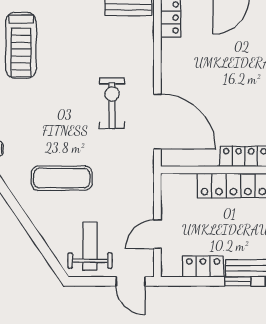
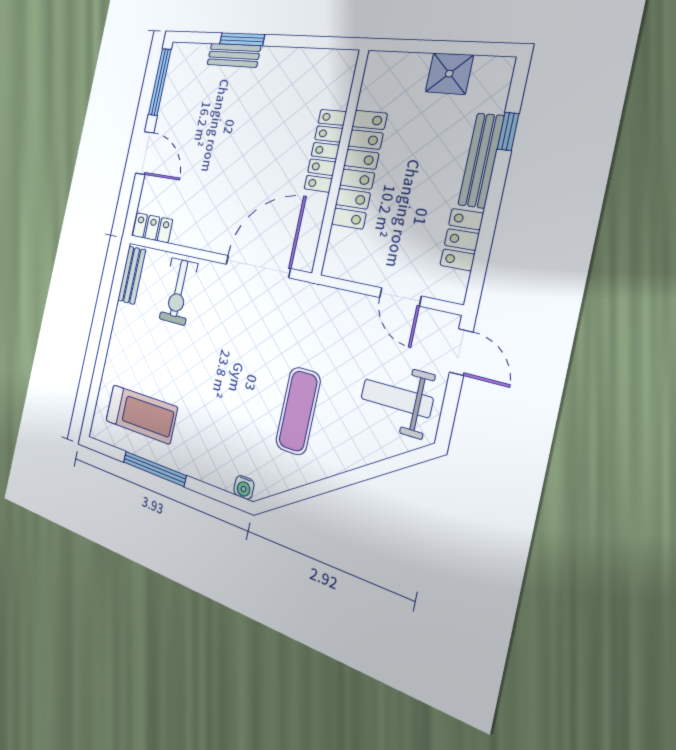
exercise bike: (112, 103) -> (178, 291), moved, turned -90
door: (131, 281) -> (461, 352), hinge flipped
window: (238, 281) -> (495, 191), removed

